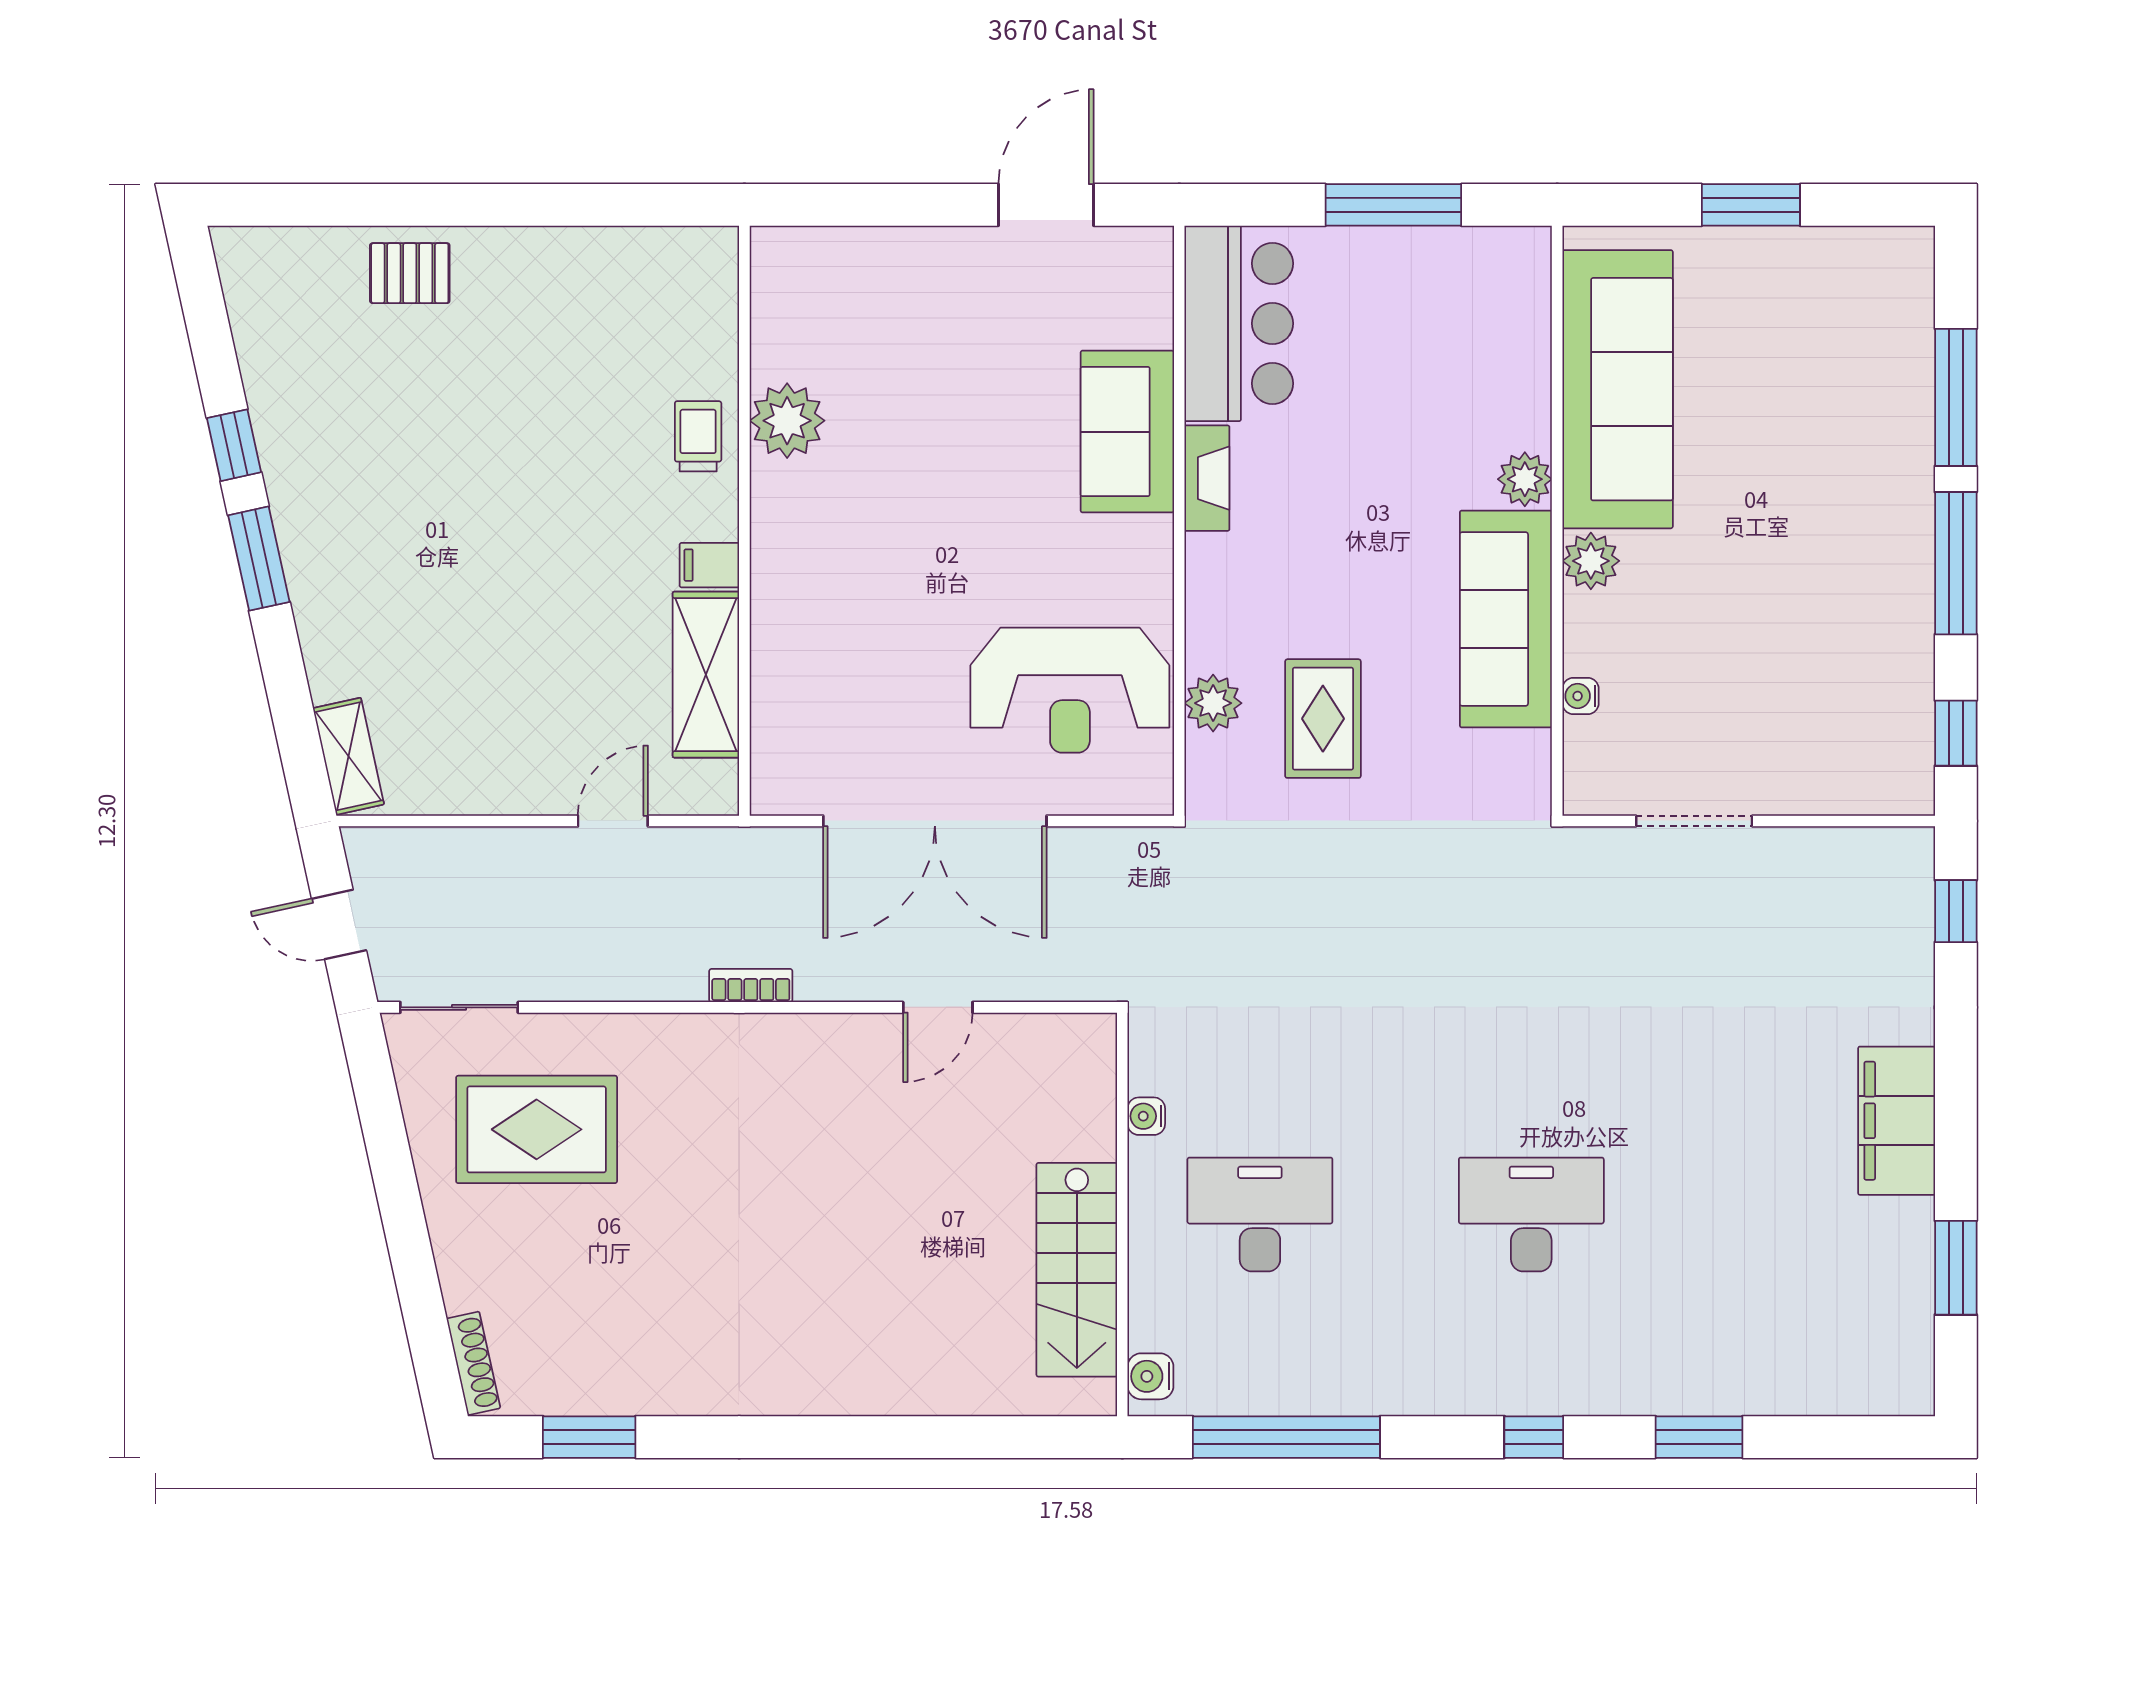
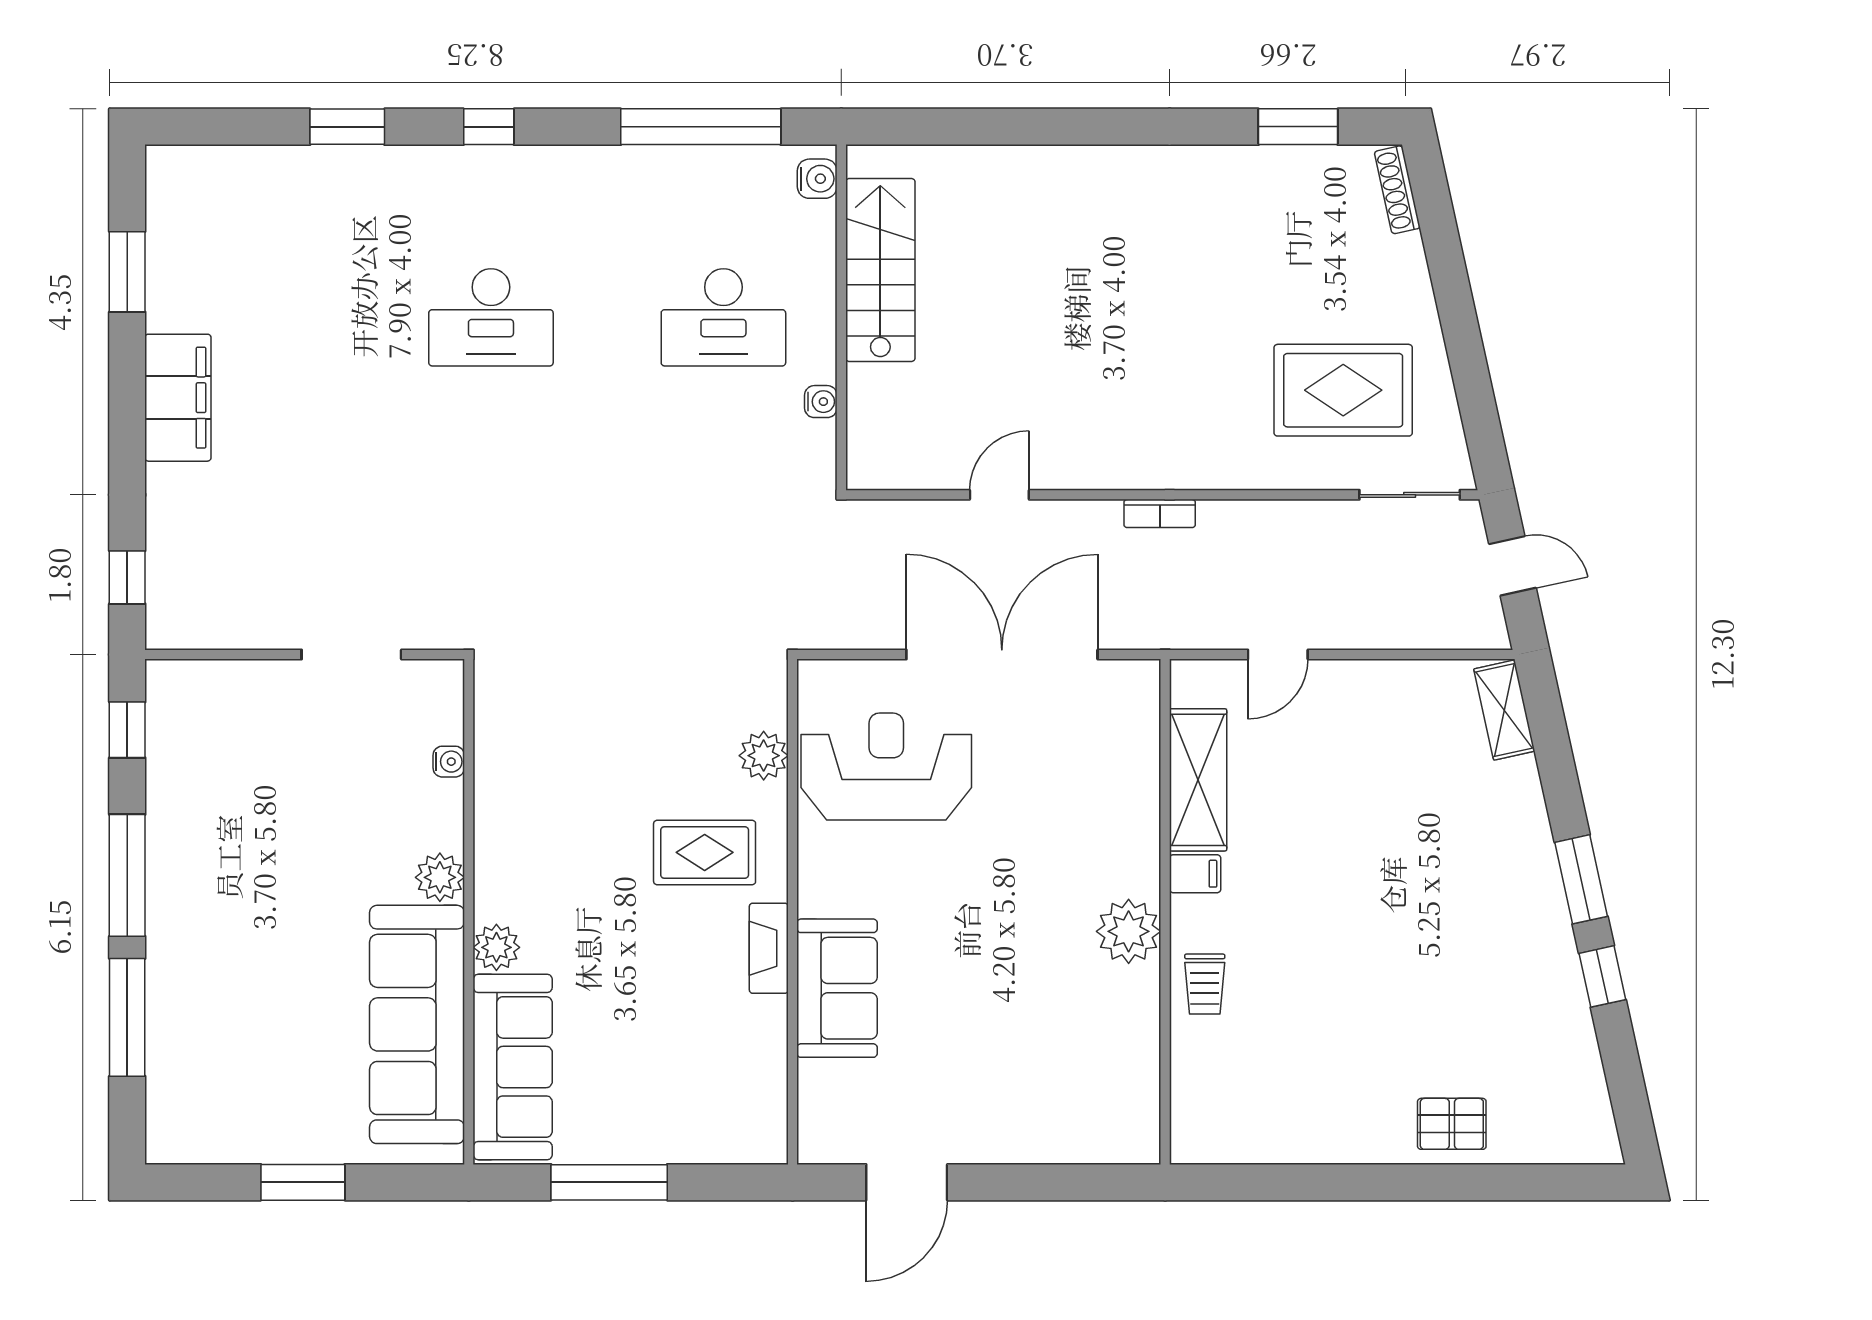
bar counter: (1239, 323) -> (742, 1081), removed
plant: (787, 421) -> (1129, 931), moved
sofa: (1506, 619) -> (513, 1067), moved
rug: (1323, 719) -> (705, 852), moved, turned 90

